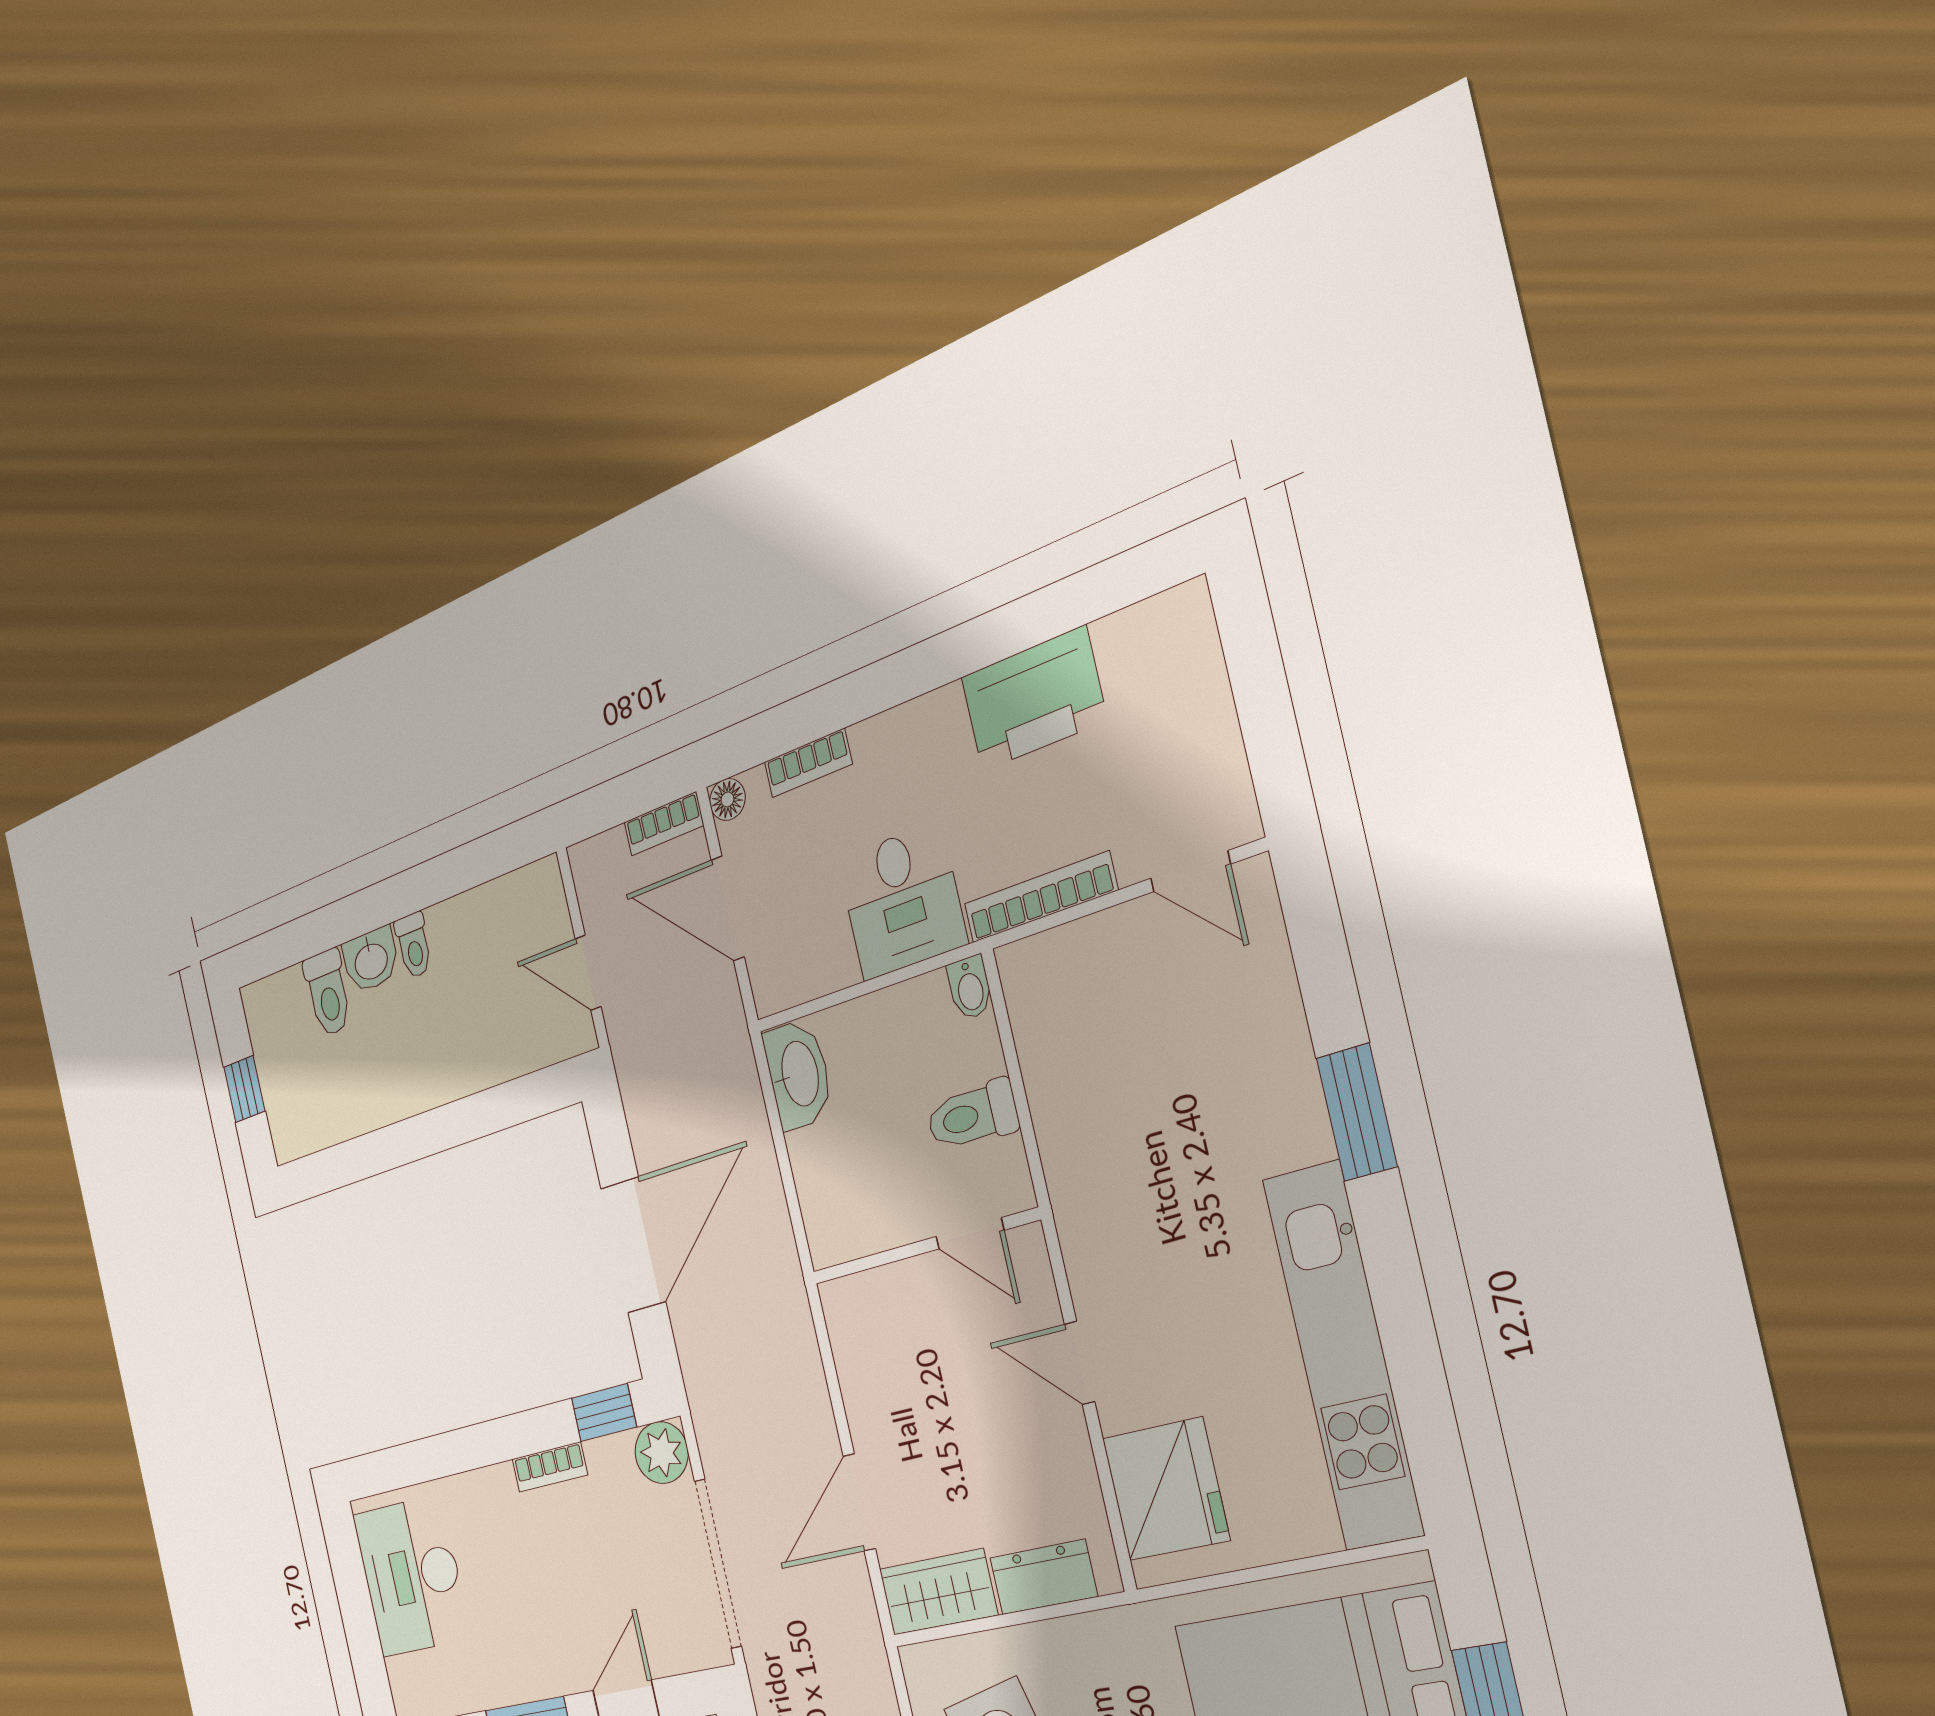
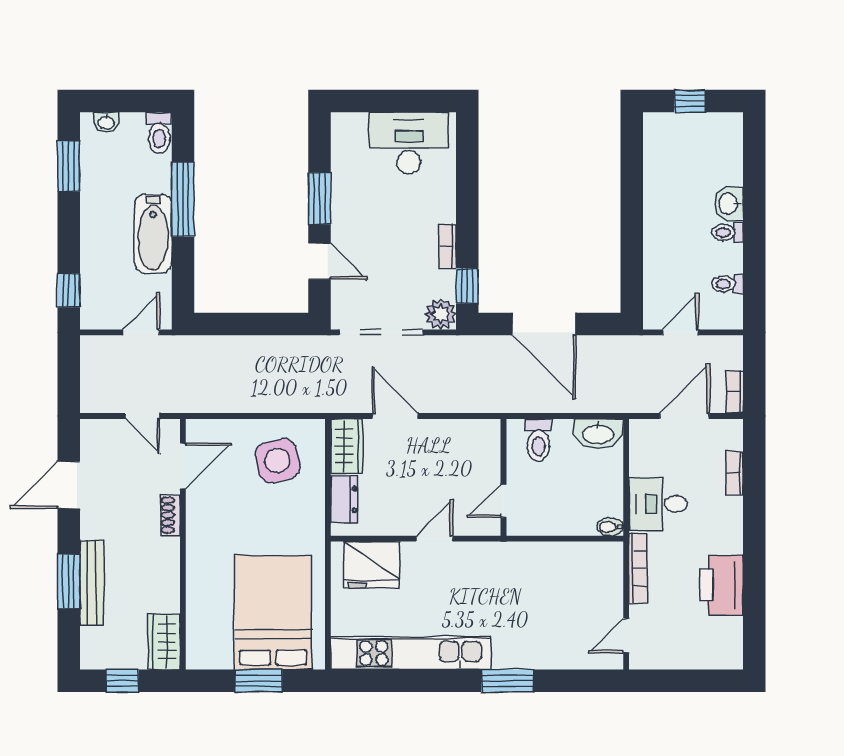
floor lamp: (727, 799) -> (734, 428), removed
toilet: (328, 993) -> (728, 284), moved, width x0.73, depth x0.72
toilet: (972, 1116) -> (538, 440), moved, turned 180

